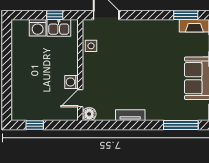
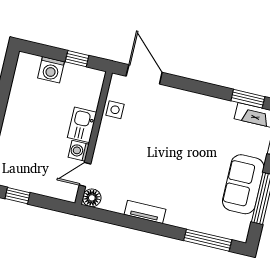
kitchen sink: (59, 28) -> (82, 125), moved, turned 90

